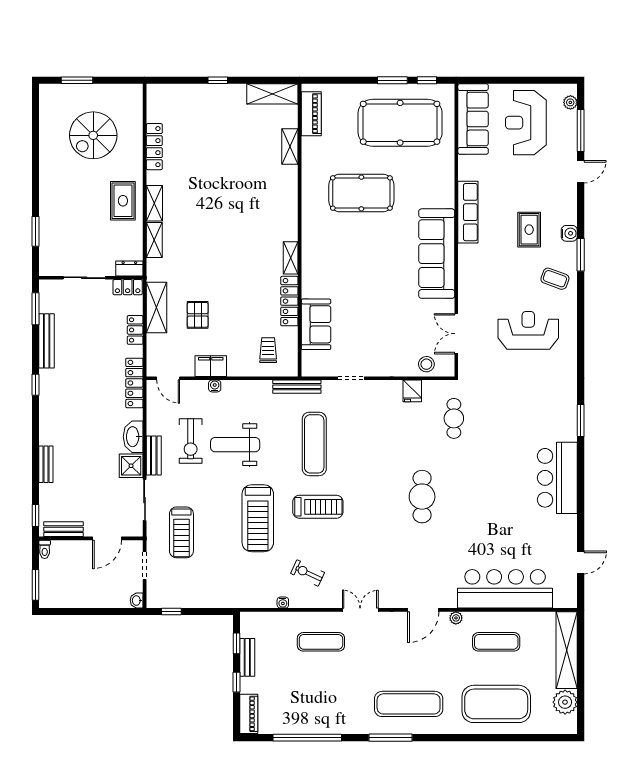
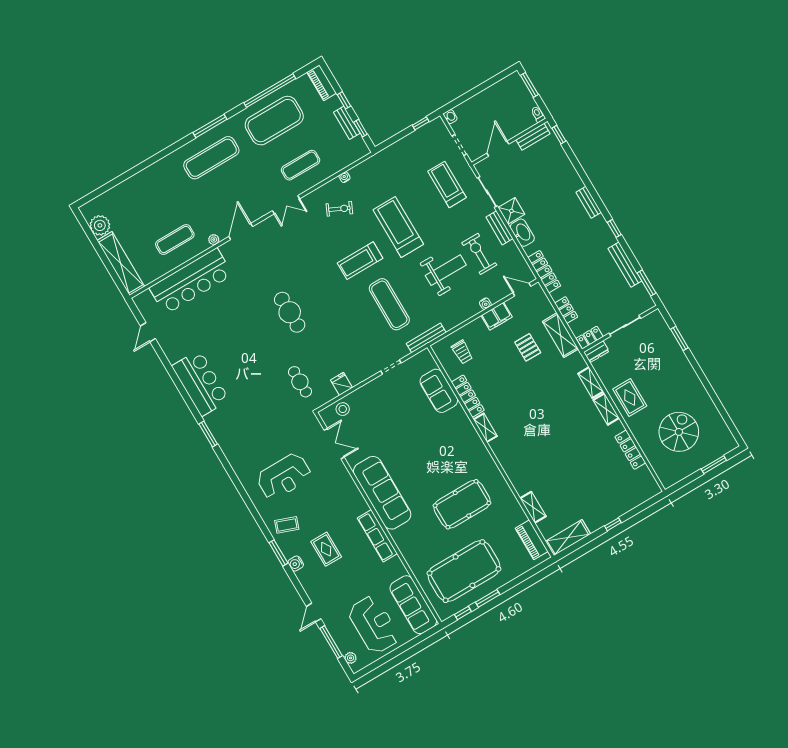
bench: (46, 464) -> (589, 202), moved
exercise mat: (496, 704) -> (274, 121), moved

